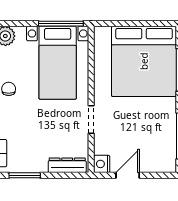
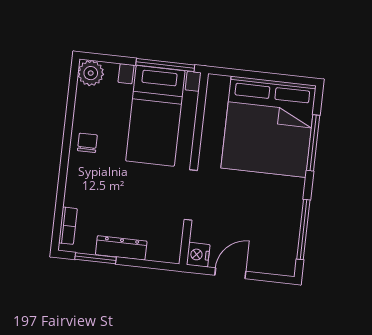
doorway: (91, 119) -> (191, 195), width x1.38
dresser: (67, 165) -> (121, 248), moved

